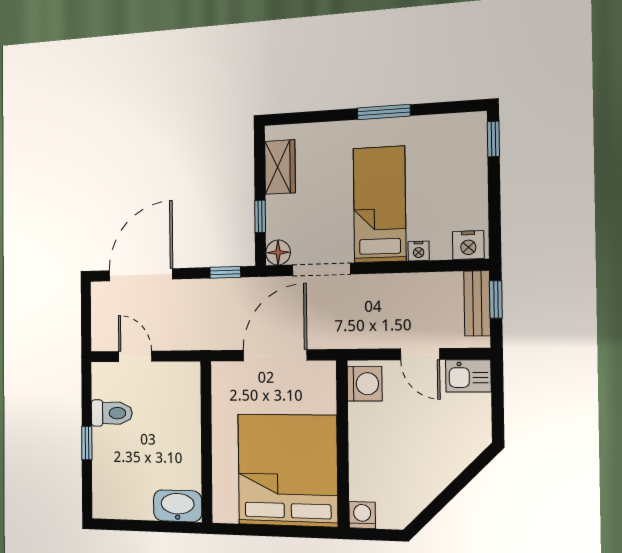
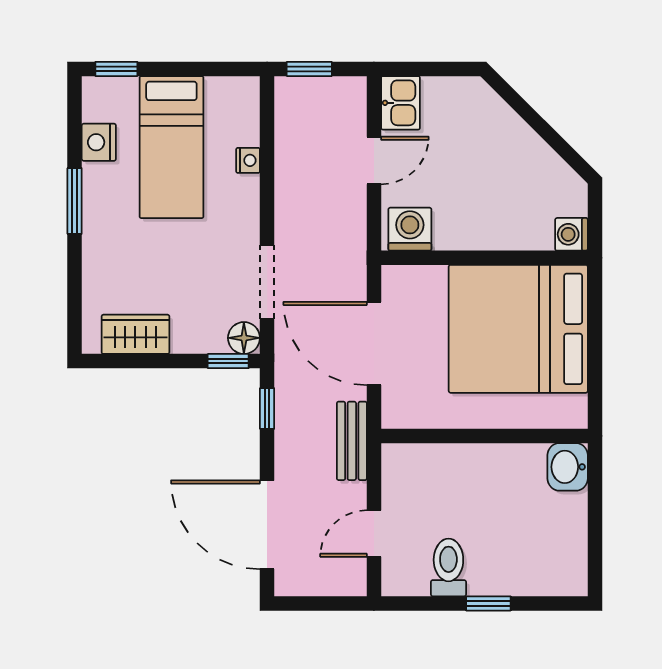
bed: (379, 204) -> (171, 147), moved, turned -90
window: (260, 216) -> (228, 361), moved
nightstand: (468, 245) -> (99, 142), moved, turned 180
bench: (477, 303) -> (352, 441), moved, turned 90
washbasin: (178, 506) -> (568, 467), width x0.72

